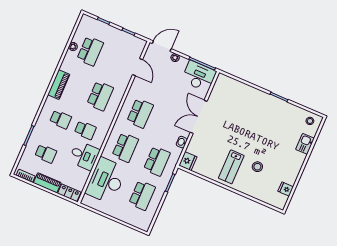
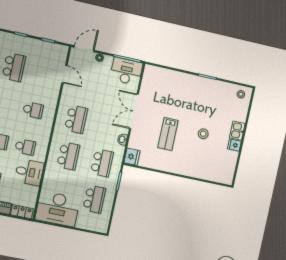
school desk: (100, 96) -> (33, 110), width x0.54
kitchen sink: (305, 144) -> (237, 131), moved
lab bench: (231, 167) -> (168, 134), moved
stool: (257, 167) -> (203, 134), moved
desk: (106, 181) -> (58, 209), moved, turned -90
fridge: (286, 189) -> (234, 145), moved

